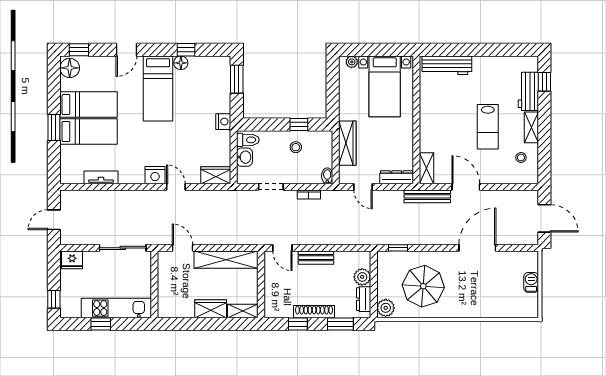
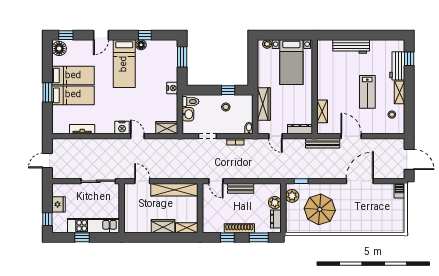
workbench: (447, 65) -> (351, 47), moved
shelving: (426, 168) -> (322, 111), moved
fridge: (72, 260) -> (59, 204), moved, turned -90
barbecue: (531, 282) -> (399, 191), moved
plant: (386, 308) -> (292, 196), moved

